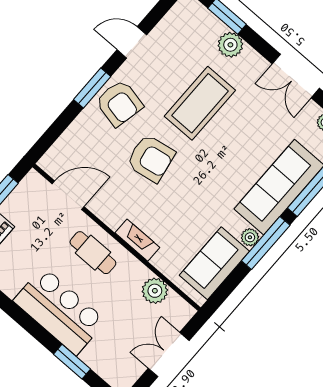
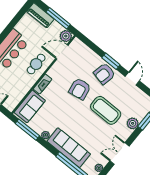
door: (68, 195) -> (62, 52), swing flipped
window: (266, 243) -> (27, 130), moved
sofa: (214, 263) -> (30, 106), moved, turned 90
plant: (155, 291) -> (66, 36), moved

